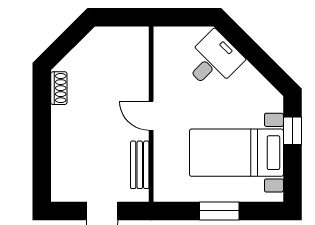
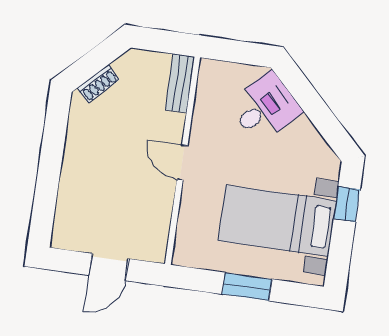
shoe rack: (59, 88) -> (98, 84), moved, turned 45
bench: (140, 165) -> (180, 83), moved

